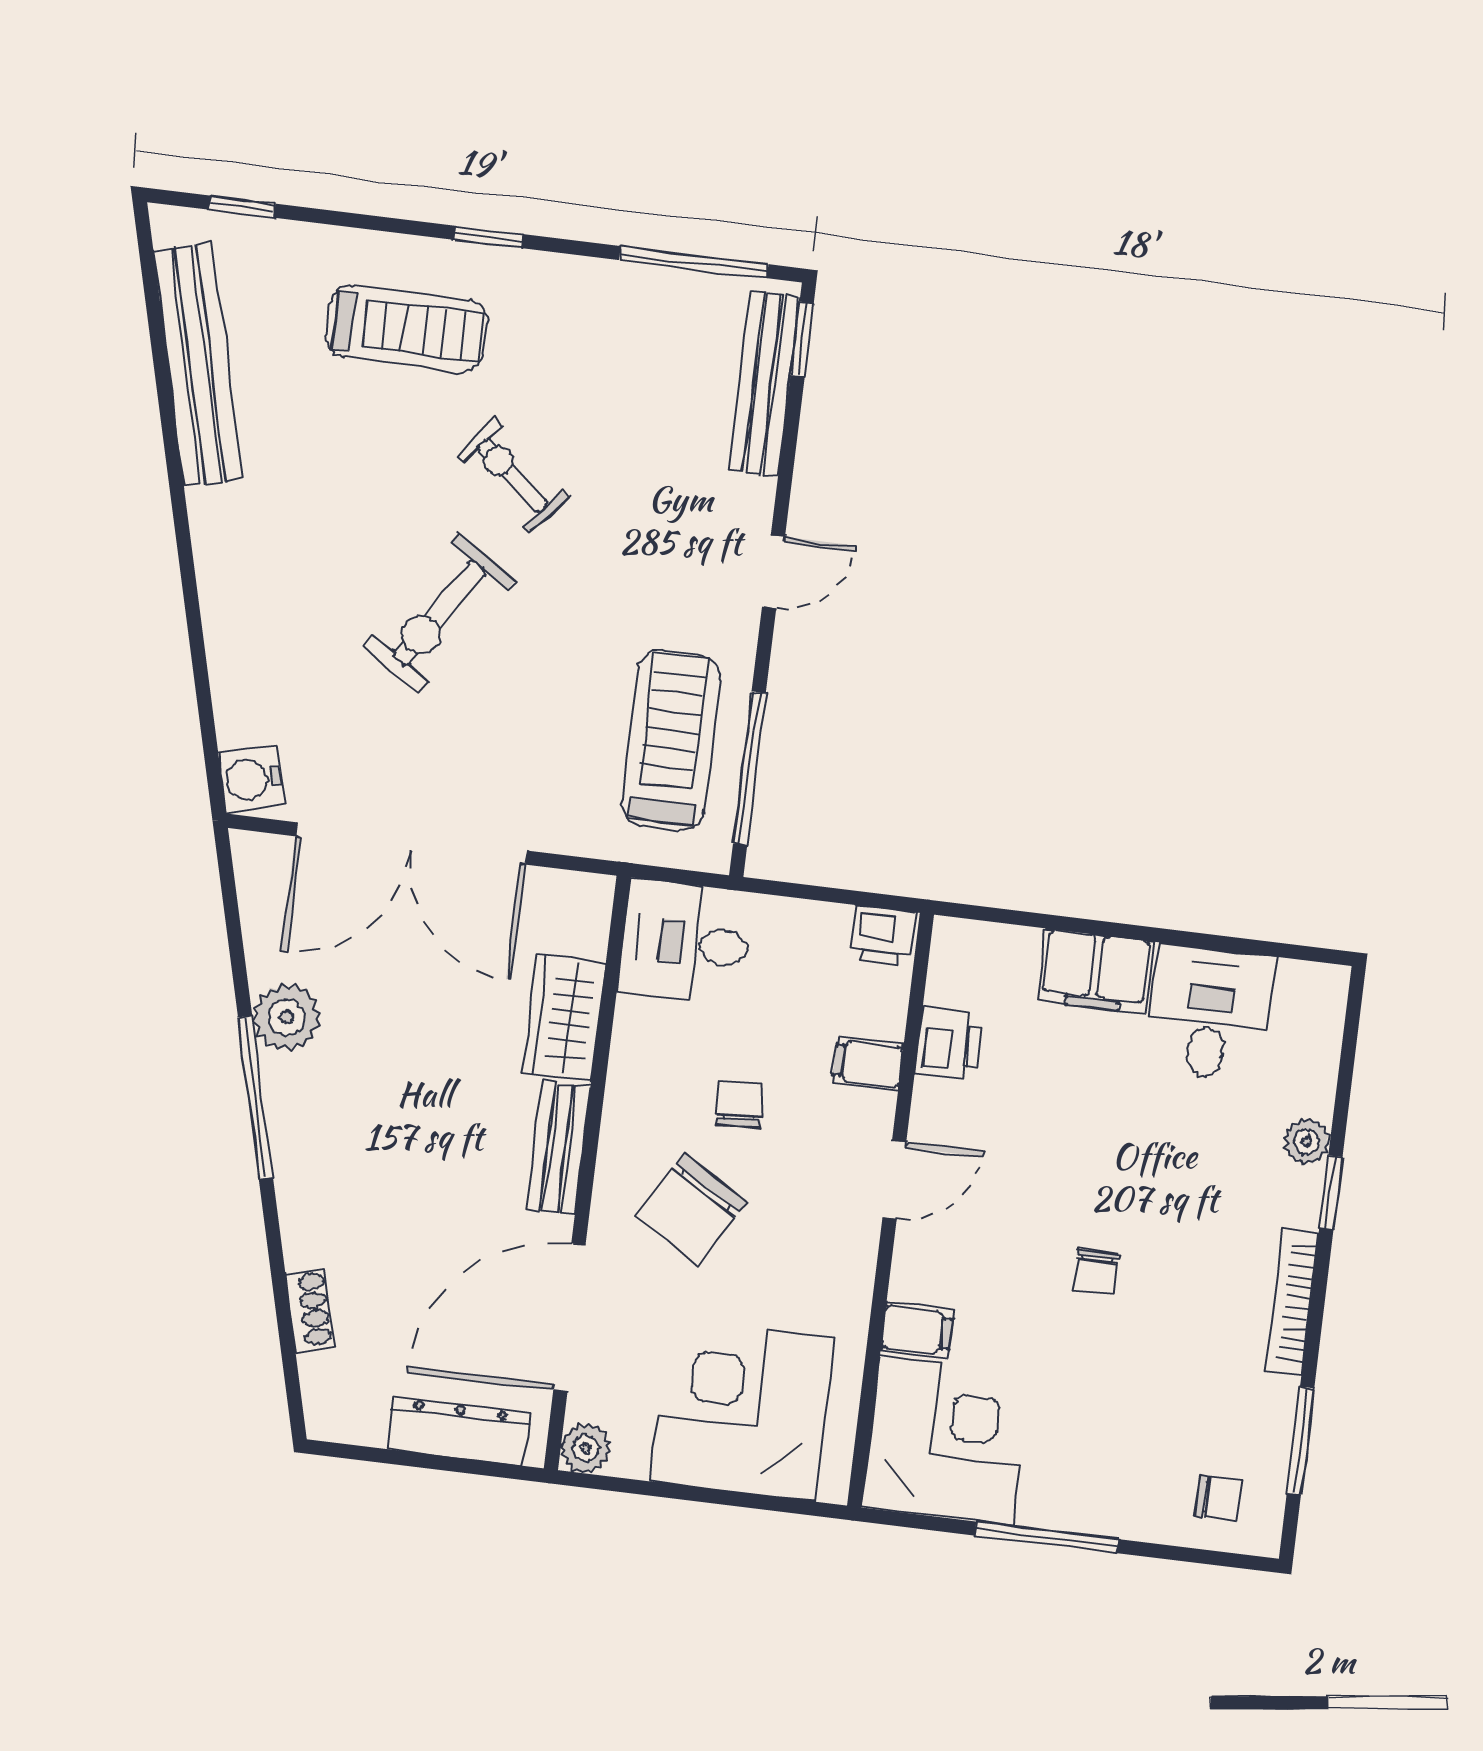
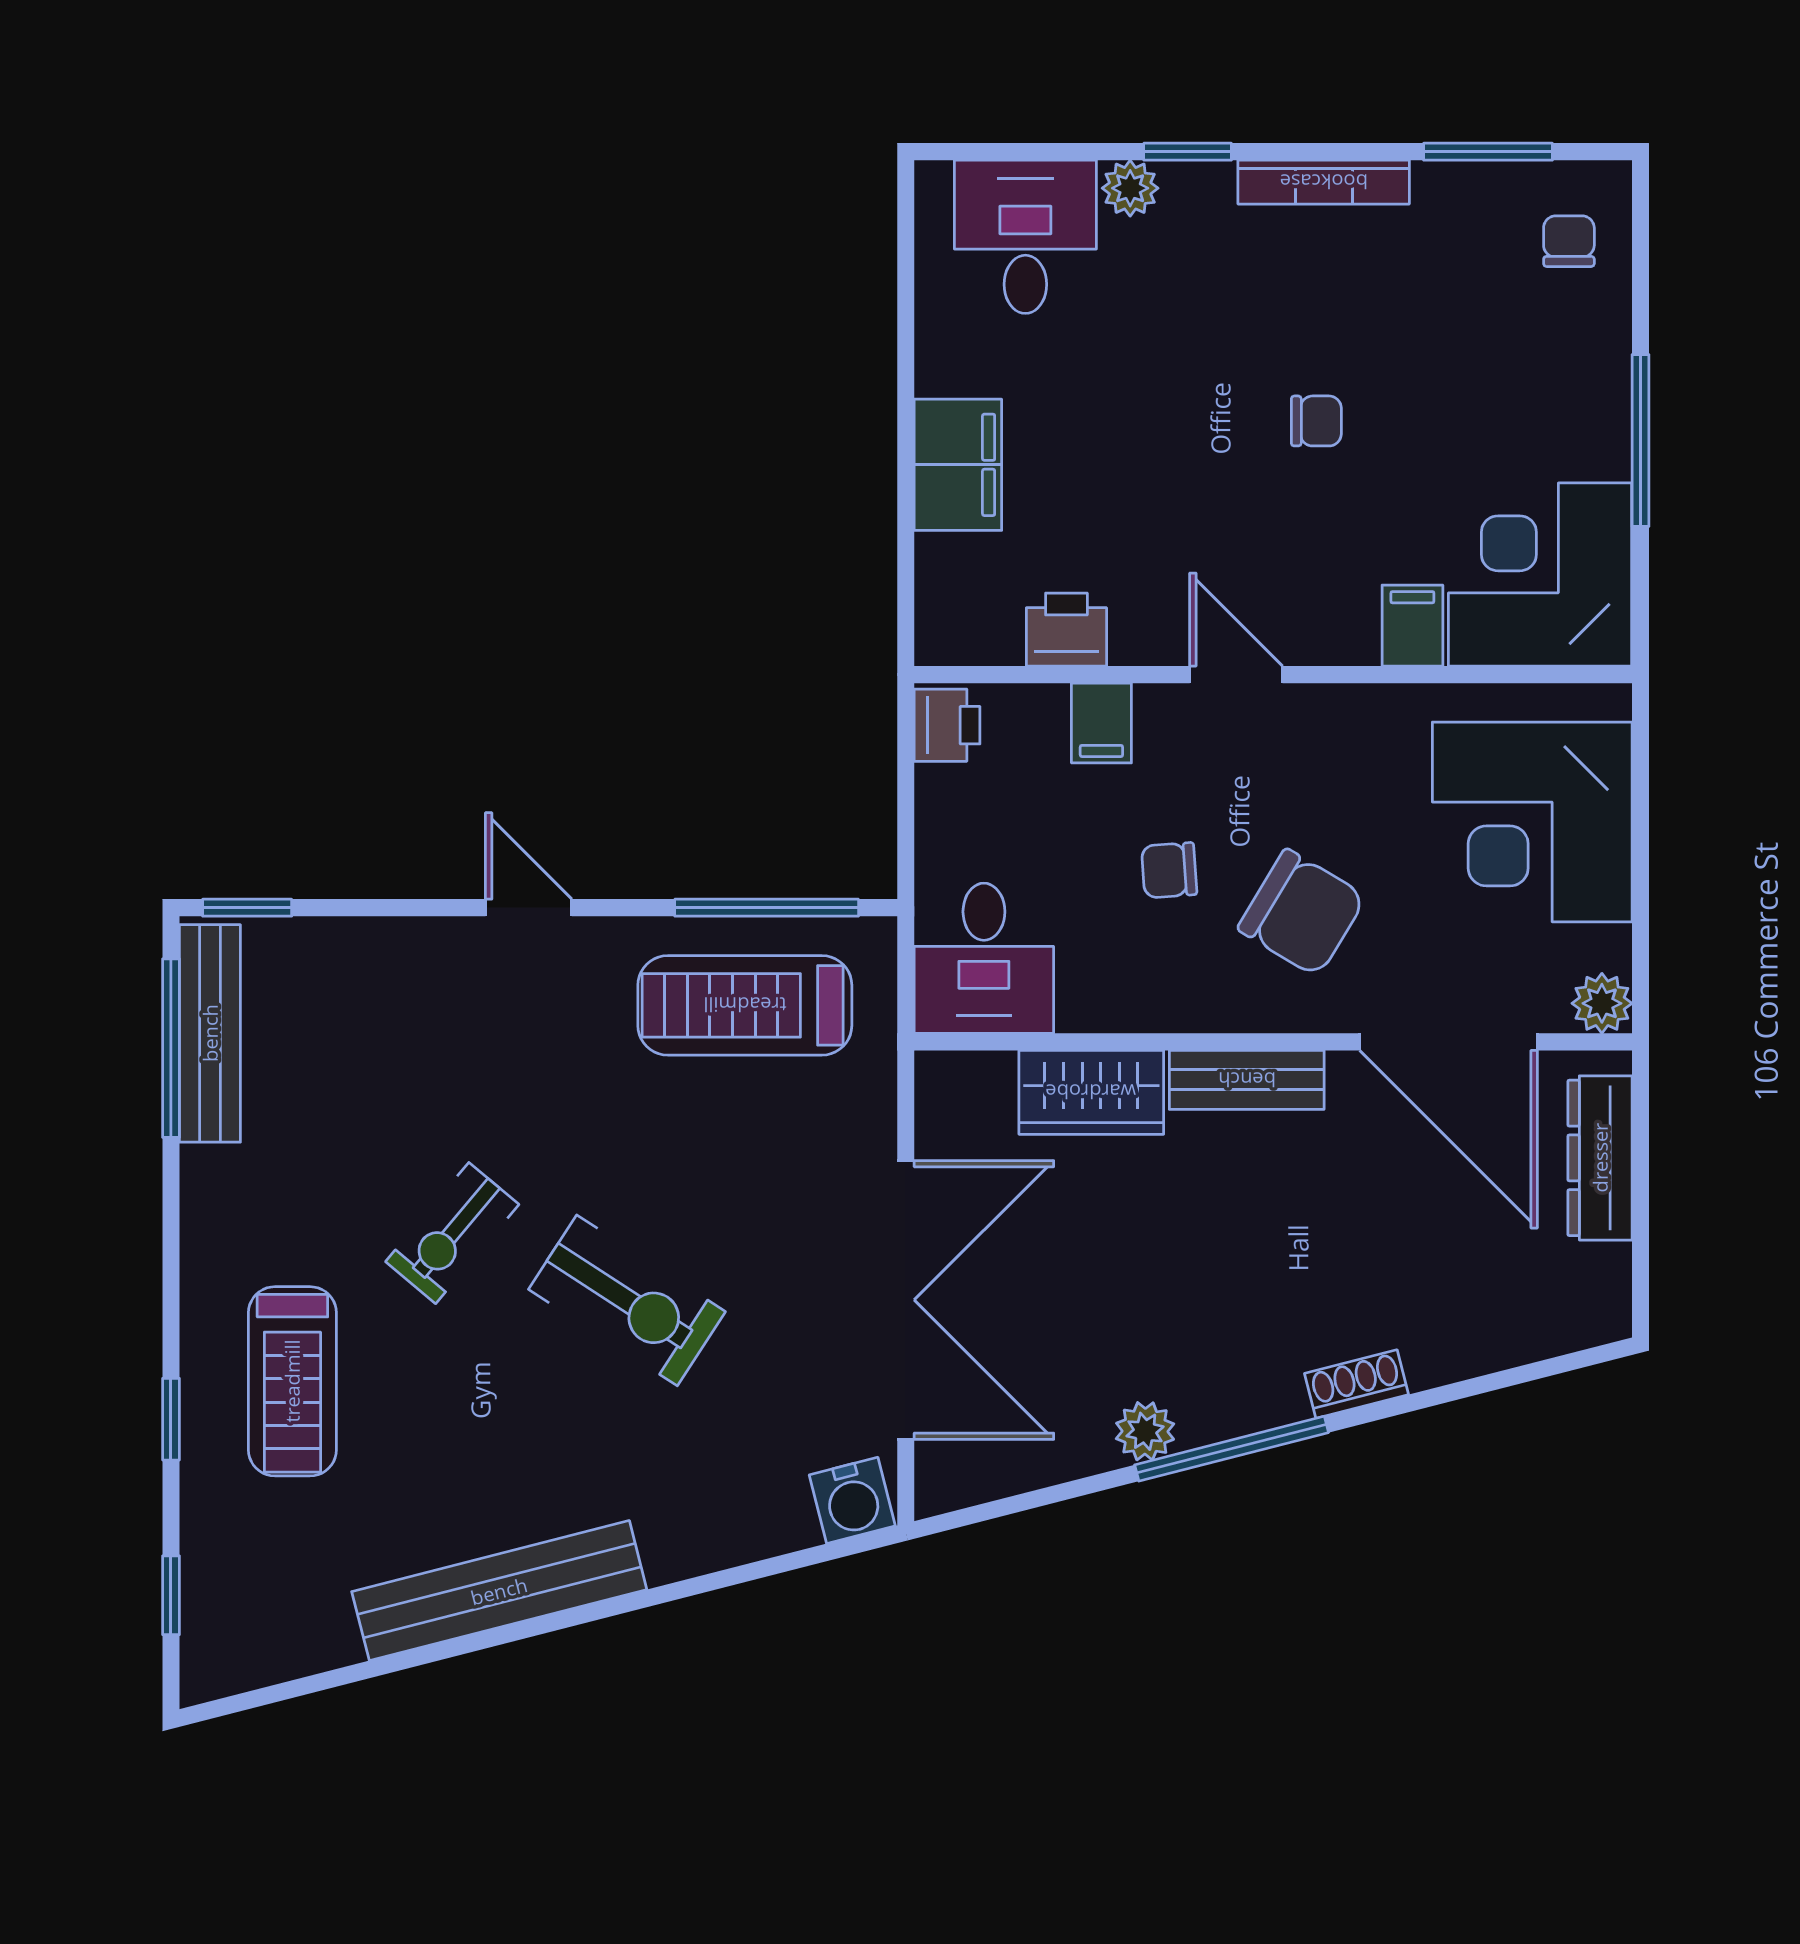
window: (489, 237) -> (171, 1419), moved
treadmill: (406, 329) -> (292, 1381), turned 180
bench: (198, 365) -> (499, 1591), moved
bench: (764, 383) -> (210, 1033), moved, turned 90
desk: (1210, 1013) -> (1025, 237), moved, turned 90
plant: (287, 1017) -> (1145, 1431), width x0.73, depth x0.73
shoe rack: (309, 1310) -> (1356, 1384), moved

